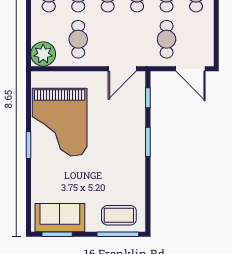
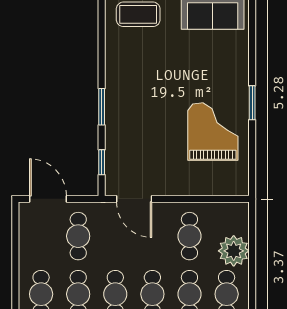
plant: (43, 54) -> (234, 251), moved
door: (122, 69) -> (134, 199), swing flipped
grand piano: (60, 122) -> (213, 132), width x0.73, depth x0.68

